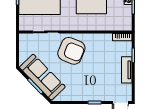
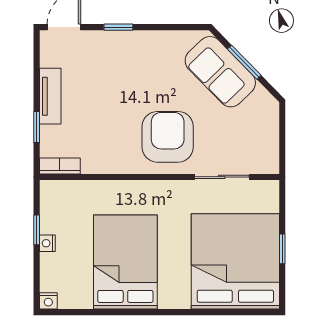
armchair: (71, 51) -> (168, 137), turned 68
sofa: (42, 77) -> (220, 72), width x0.73

